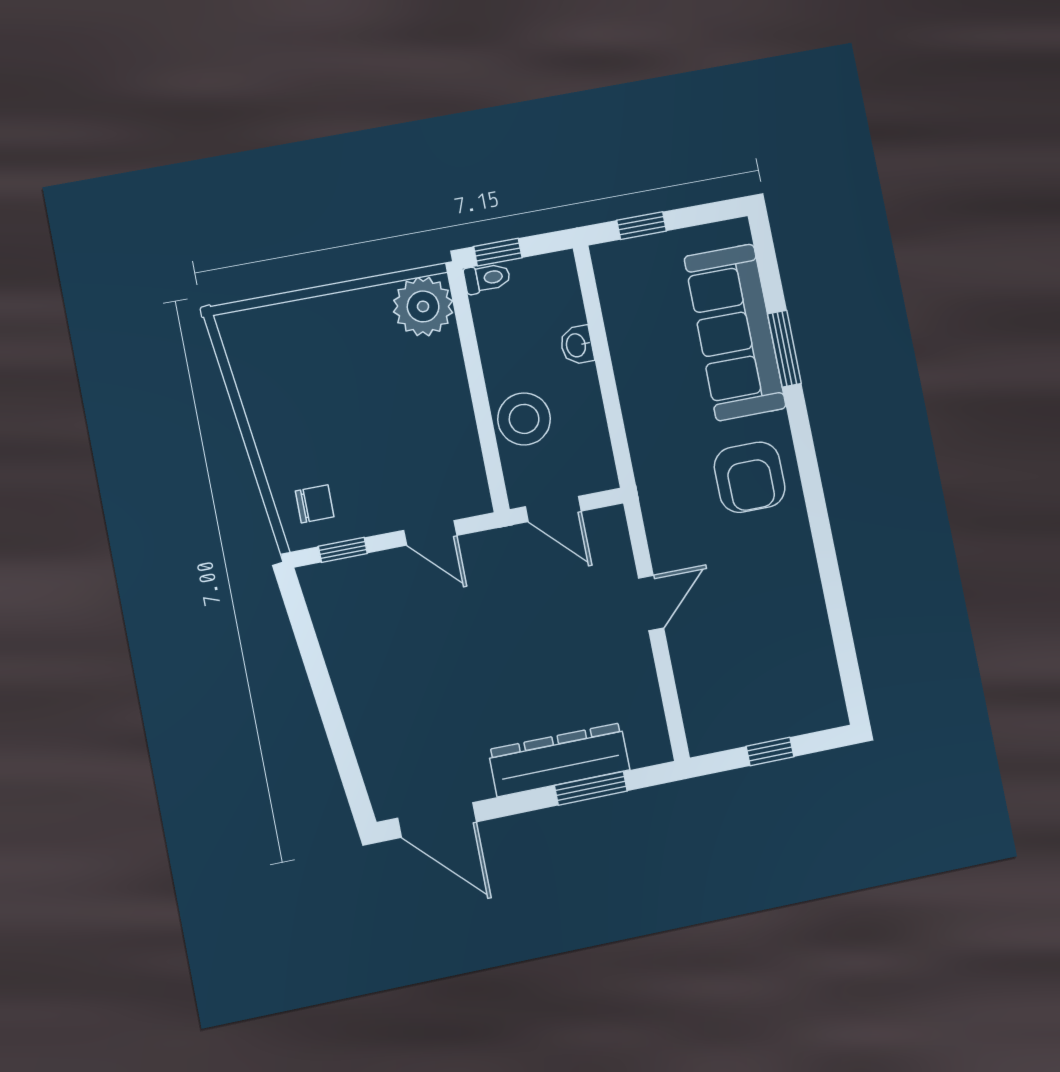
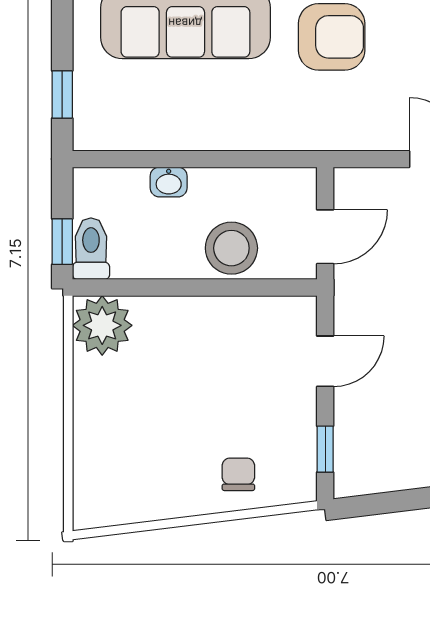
toilet: (487, 278) -> (91, 249), width x1.37, depth x1.39
chair: (315, 504) -> (238, 474), moved

